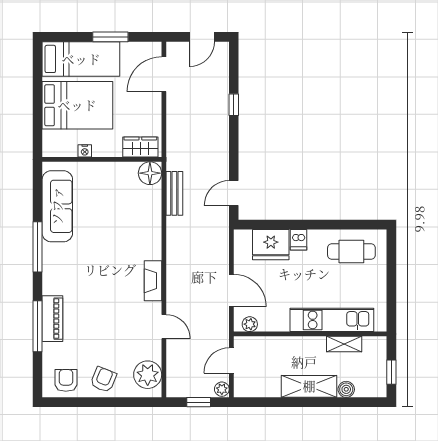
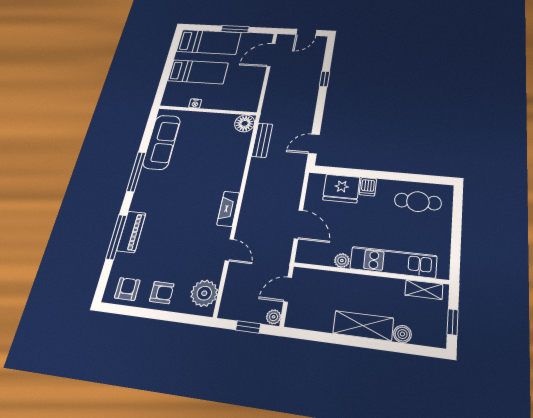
bed: (77, 105) -> (198, 72), width x0.67
wardrobe: (140, 147) -> (241, 104), removed
plant: (250, 324) -> (342, 260), moved
shelving: (344, 344) -> (424, 290), moved
armchair: (103, 380) -> (162, 293), turned 68

